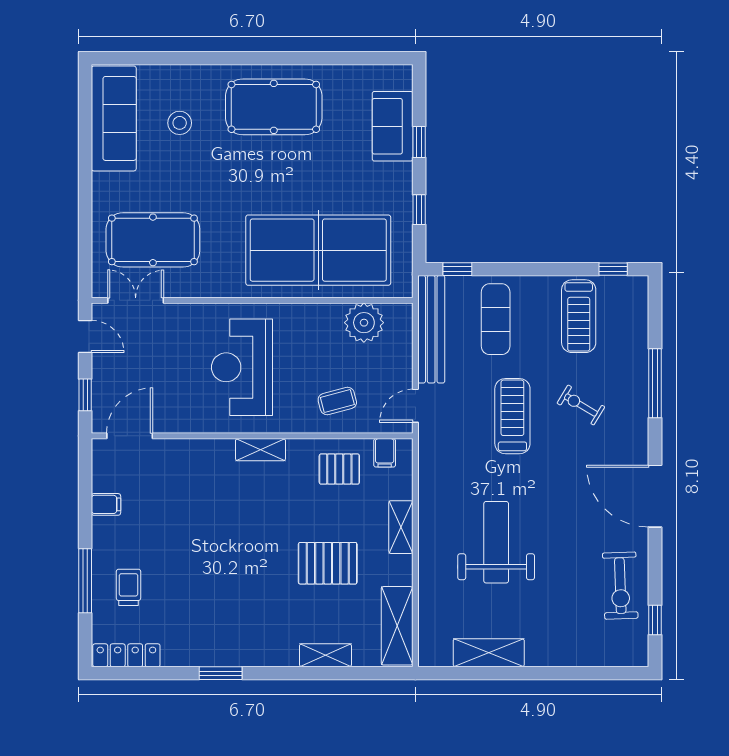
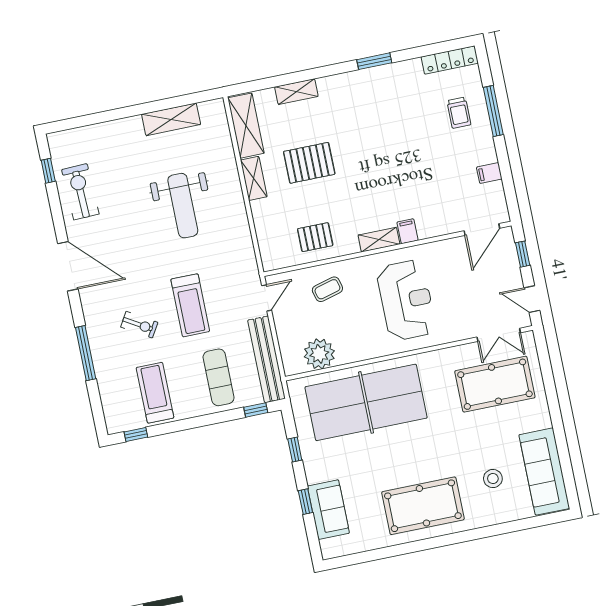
filing cabinet: (385, 453) -> (407, 231), moved
shelving: (401, 527) -> (254, 178), moved

